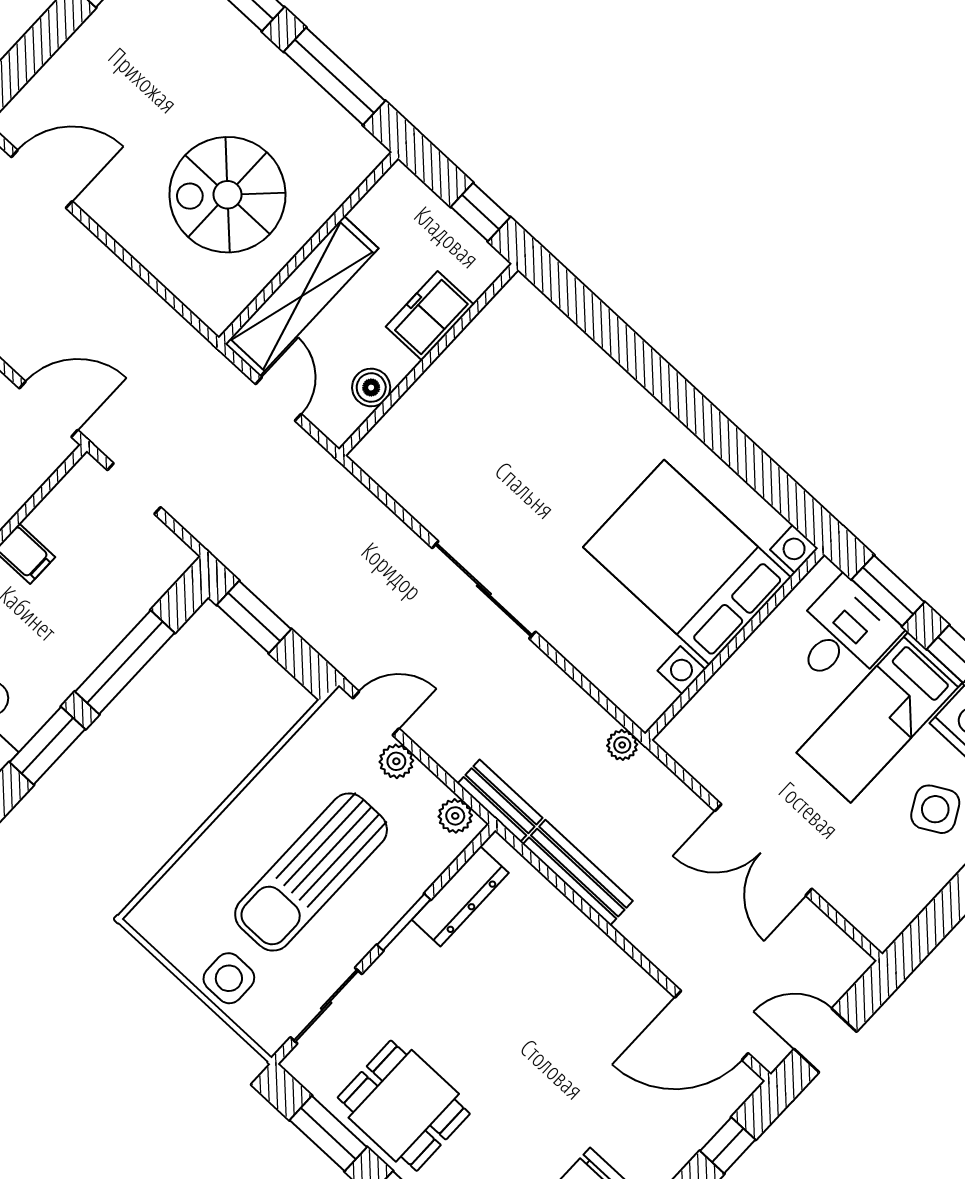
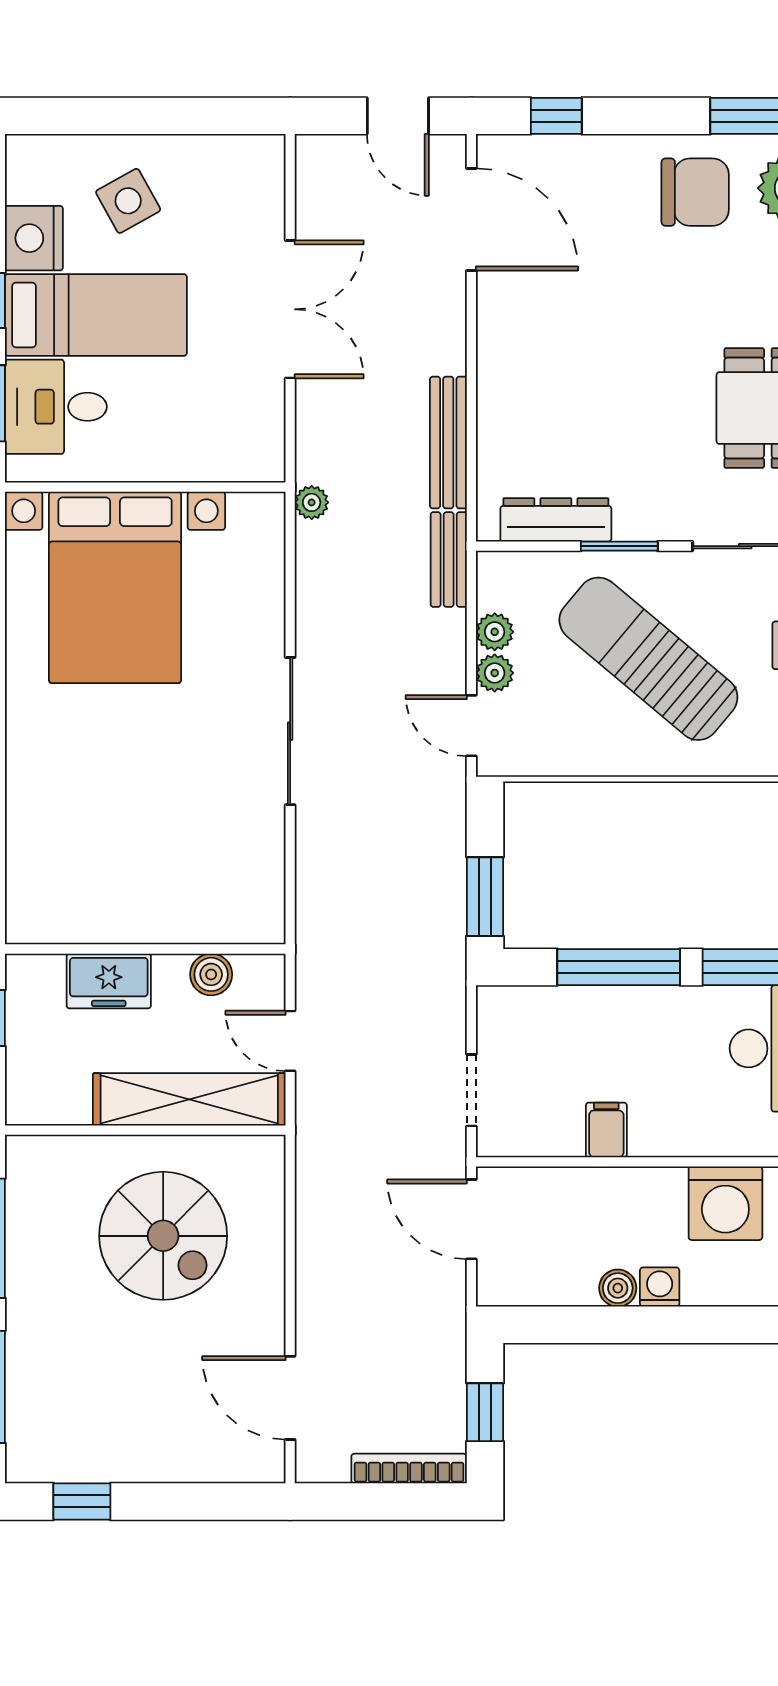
door: (278, 399) -> (290, 1041), hinge flipped
plant: (455, 816) -> (495, 632), moved
sun lounger: (311, 872) -> (648, 659), turned -140

